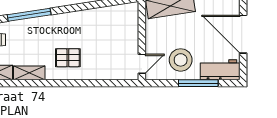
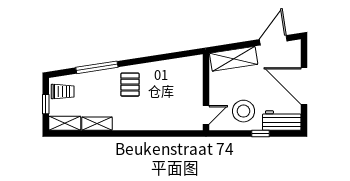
pallet: (68, 58) -> (130, 85), moved, turned 90
window: (198, 83) -> (261, 134), width x0.46

